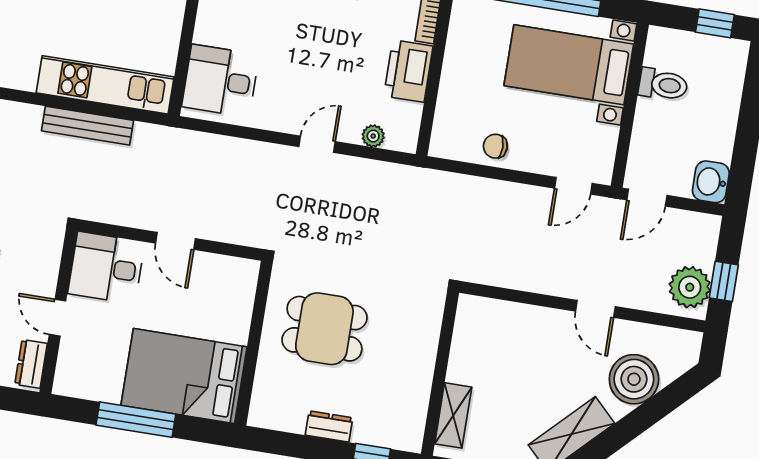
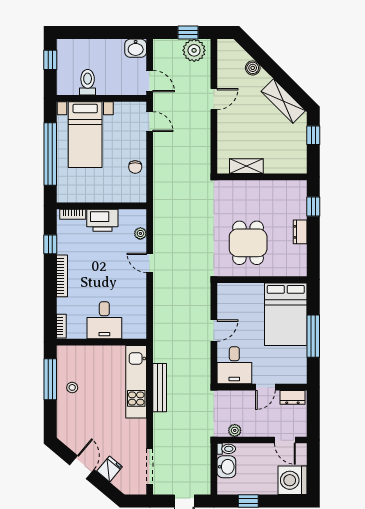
desk: (220, 81) -> (104, 320), moved
boiler: (634, 379) -> (253, 68), width x0.54, depth x0.54
shelving: (453, 415) -> (246, 166), moved

